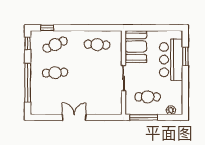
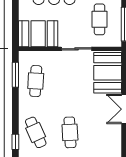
window: (102, 28) -> (15, 75), added
booth: (104, 104) -> (108, 73), added

